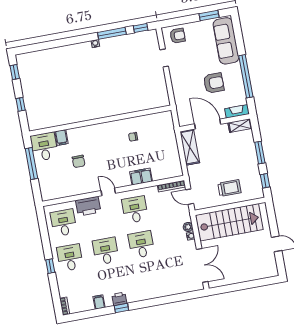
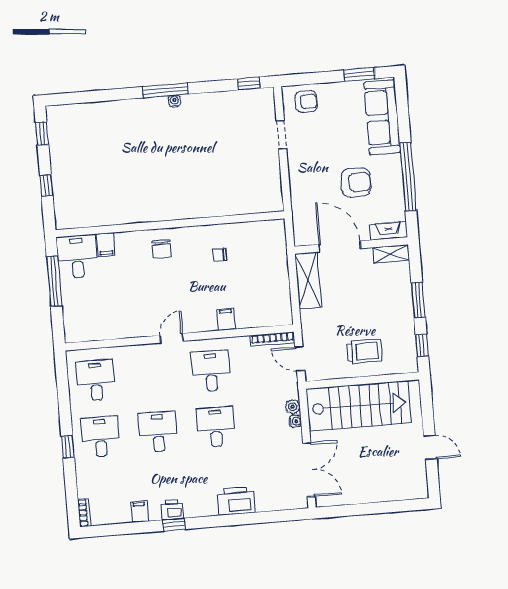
window: (112, 33) -> (165, 90), moved
chair: (79, 161) -> (162, 249), moved
filing cabinet: (141, 176) -> (226, 319), width x0.50
door: (108, 192) -> (171, 338), hinge flipped
printer: (88, 206) -> (236, 501), moved, turned 180

